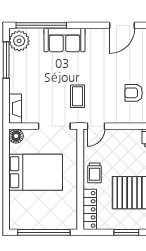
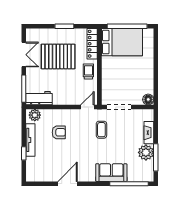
plant: (19, 41) -> (146, 152), moved
fireplace: (15, 109) -> (149, 133), moved
bed: (36, 172) -> (122, 42), moved, turned 180

